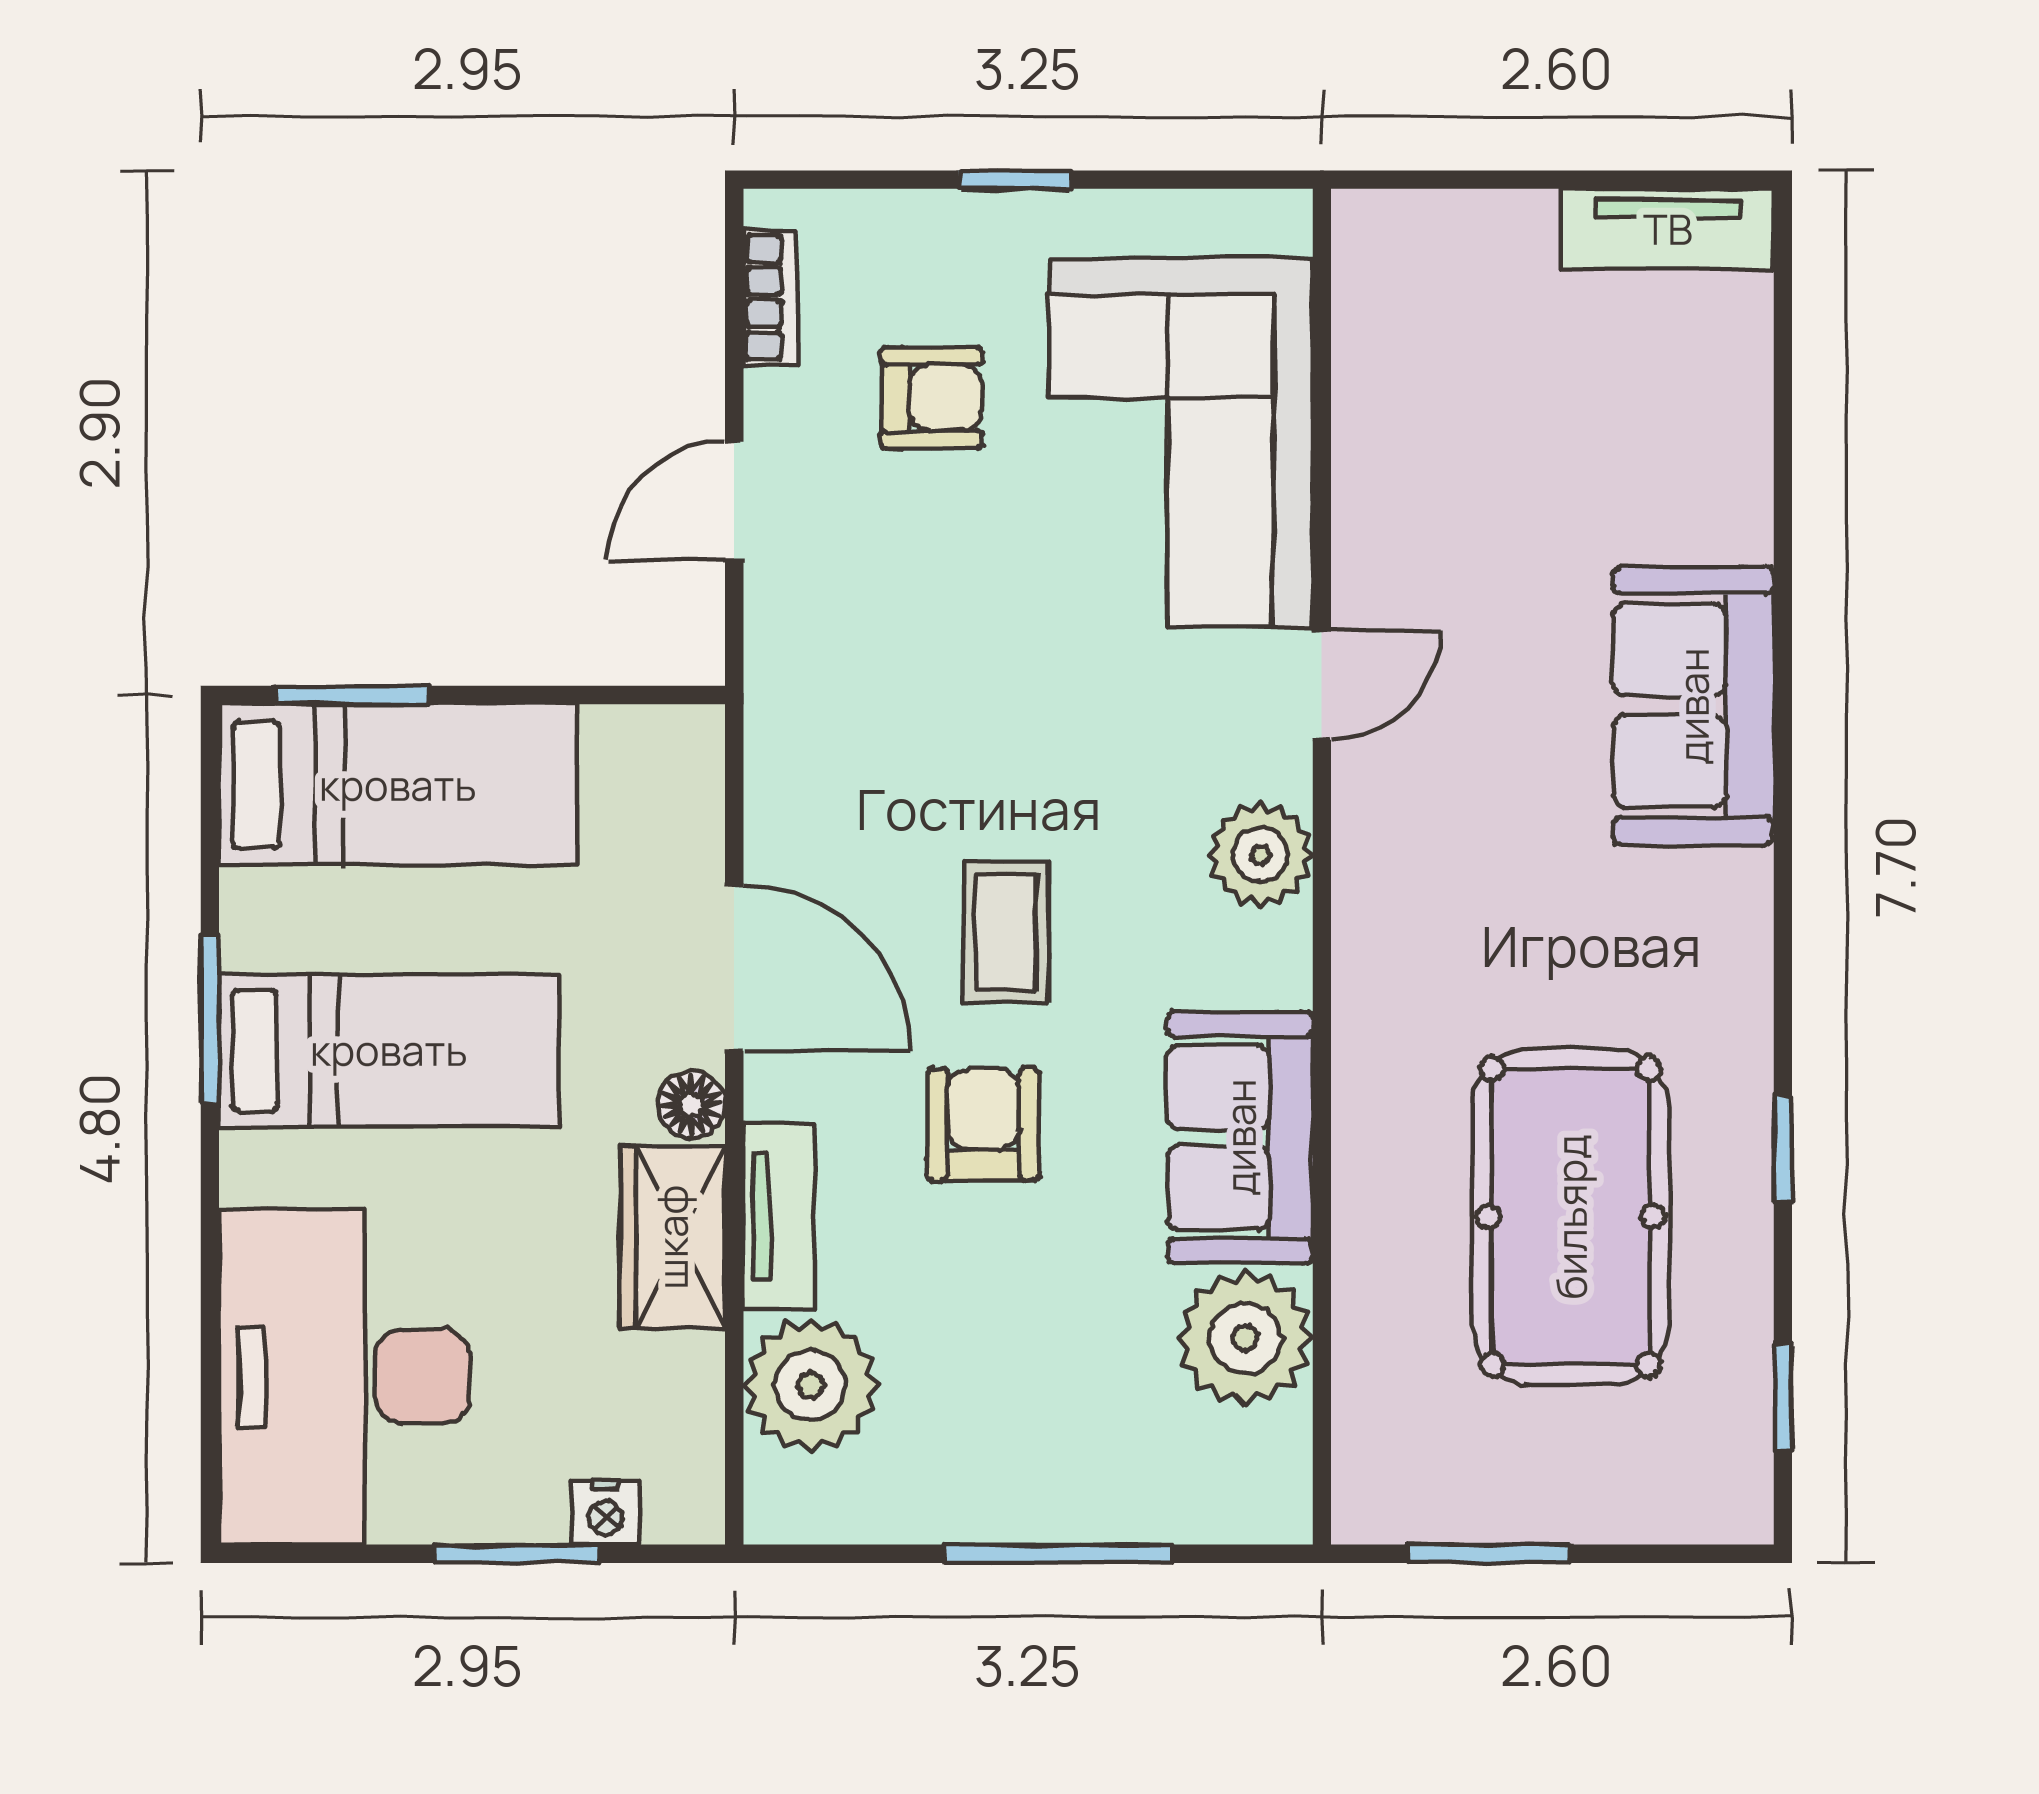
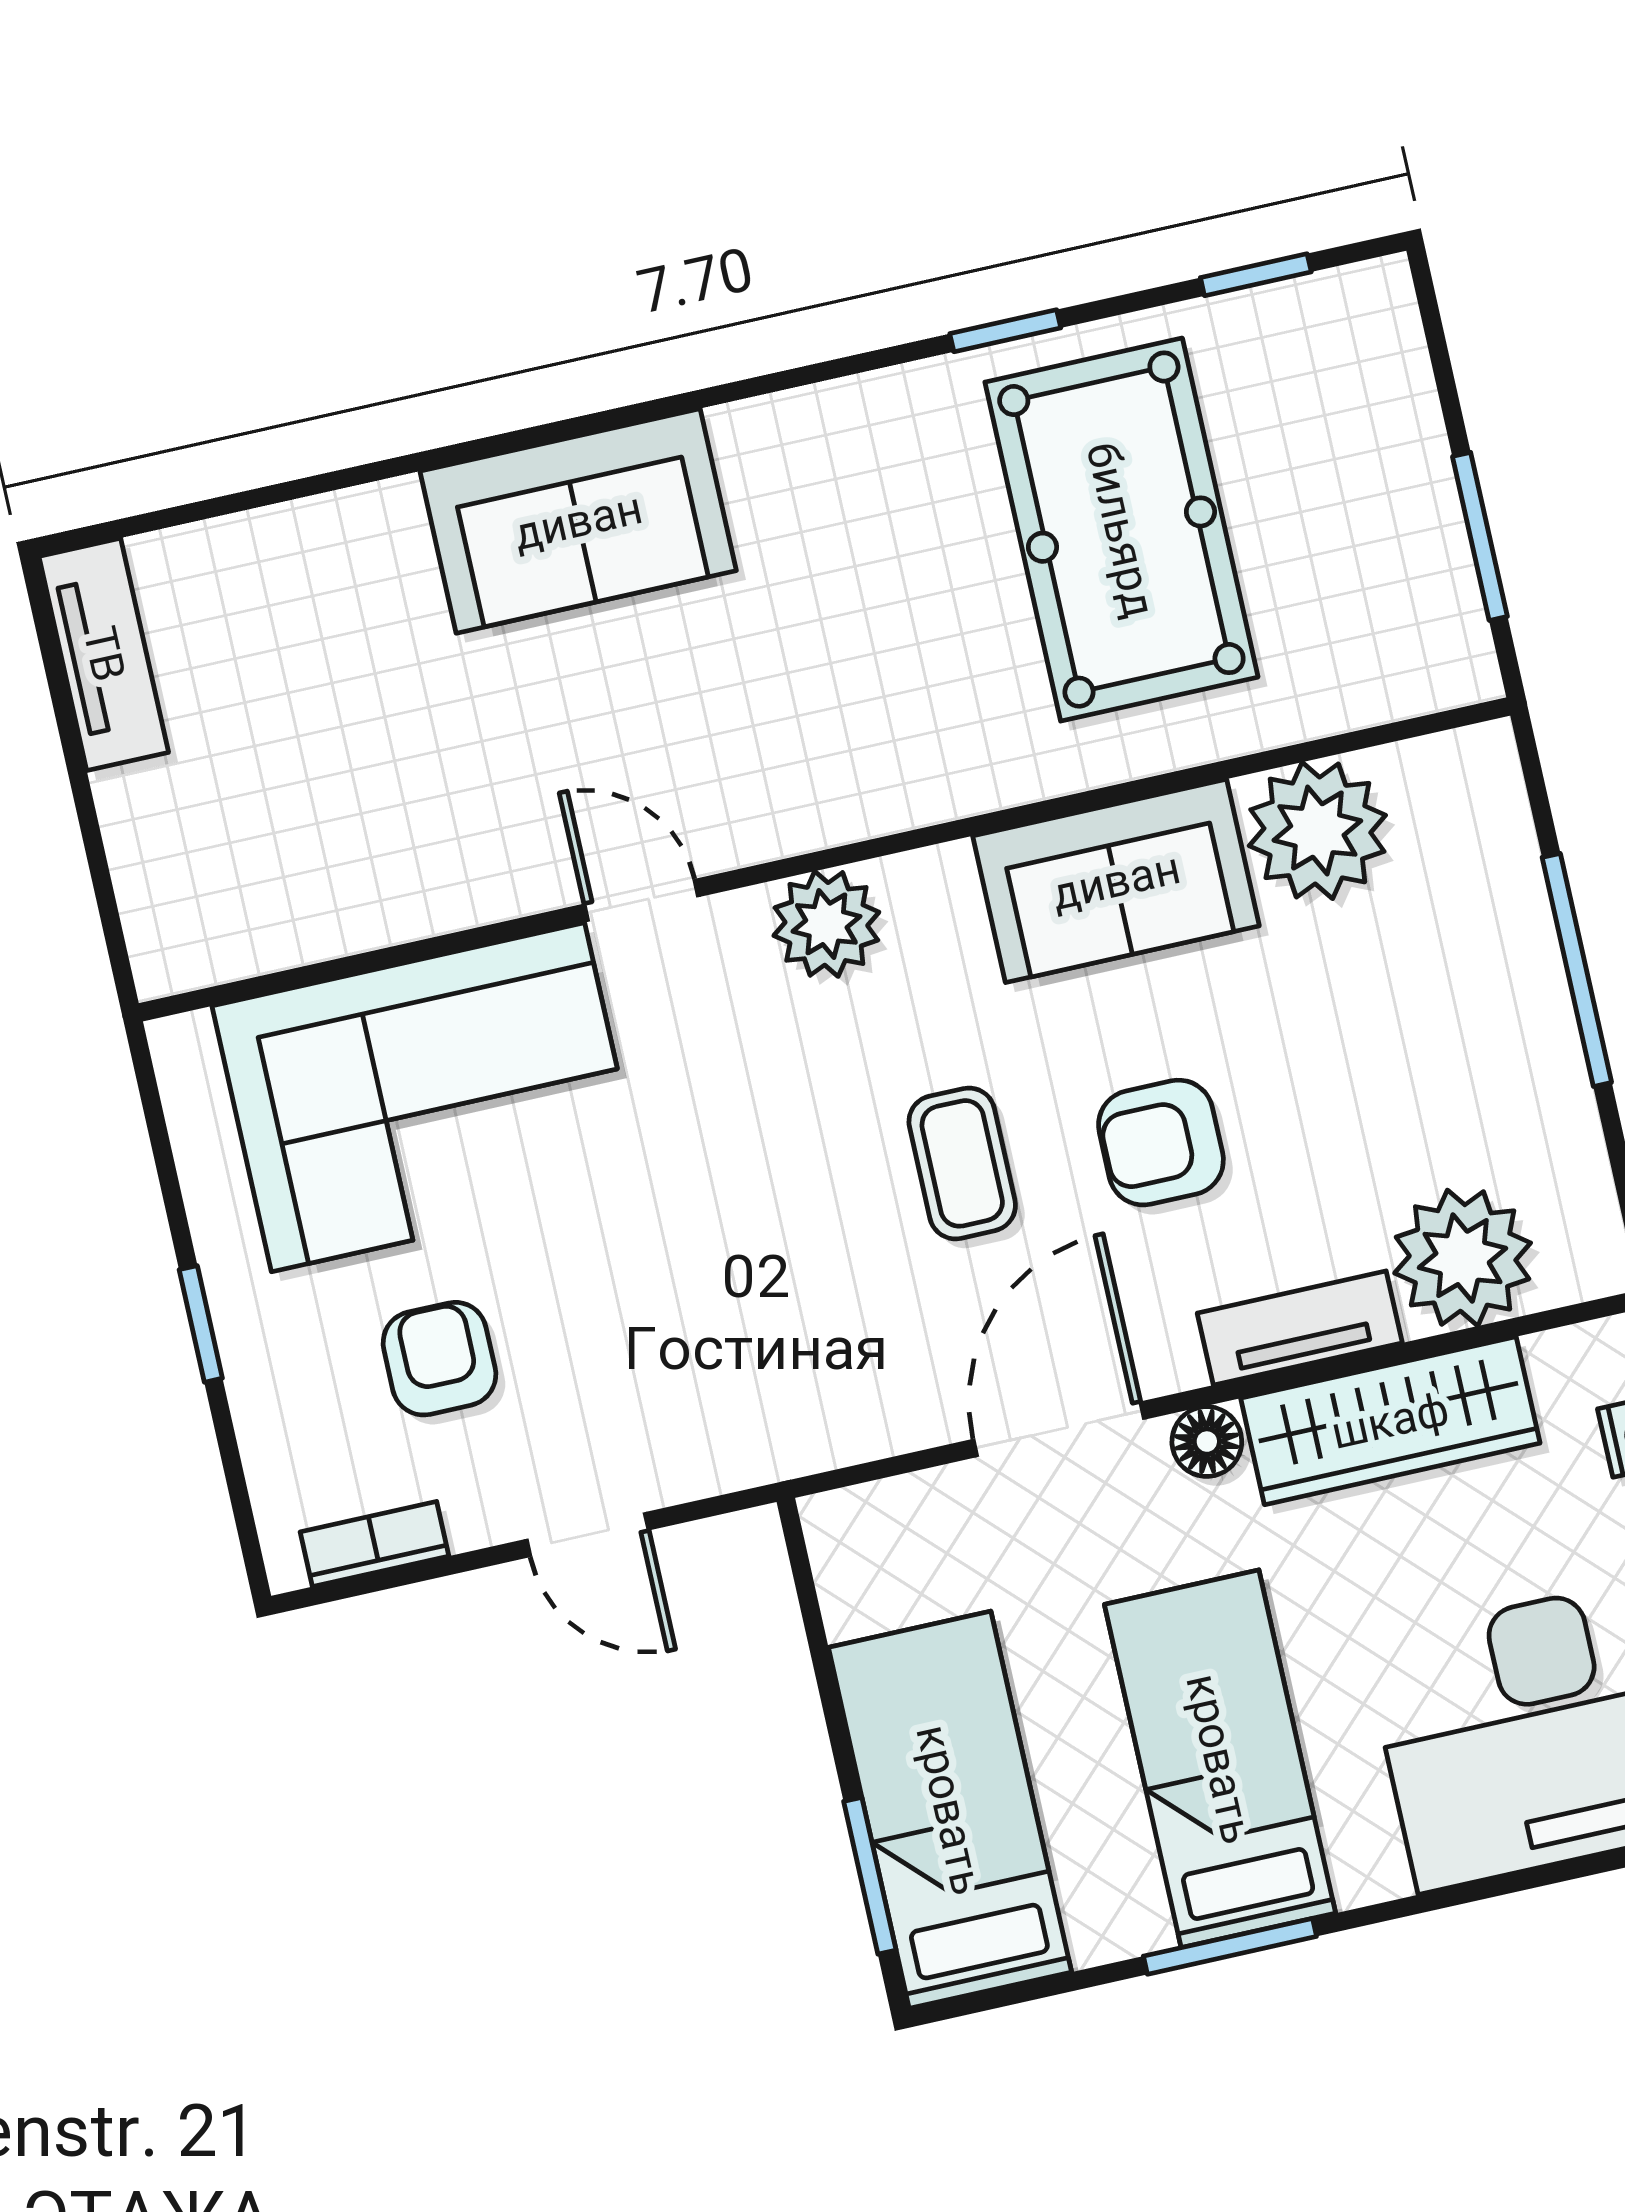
coffee table: (1006, 933) -> (962, 1163), turned 90
pool table: (1571, 1217) -> (1121, 530), turned 90
wardrobe: (672, 1237) -> (1390, 1421), width x1.50

